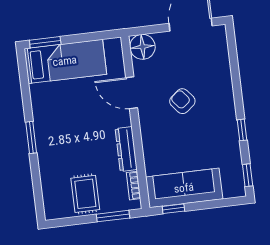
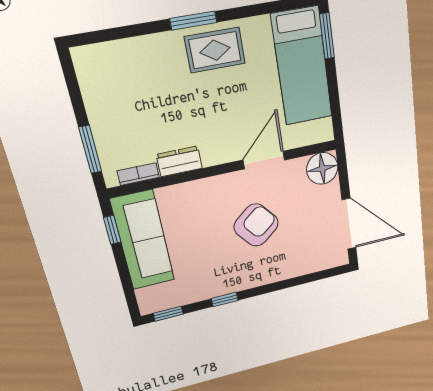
armchair: (182, 101) -> (256, 225), width x1.38, depth x1.38
dresser: (126, 149) -> (179, 161), width x0.70
rug: (85, 194) -> (215, 50), moved

